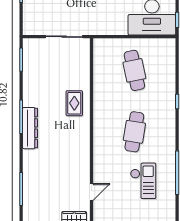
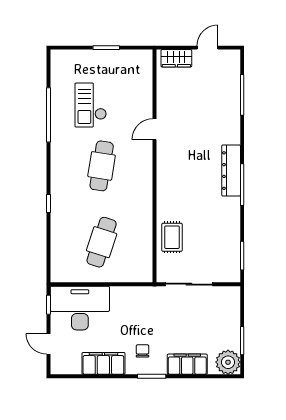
cafe table: (134, 70) -> (102, 242), turned 30
rug: (74, 103) -> (172, 237), moved
door: (92, 192) -> (155, 129), moved

